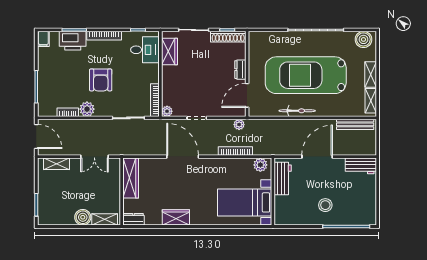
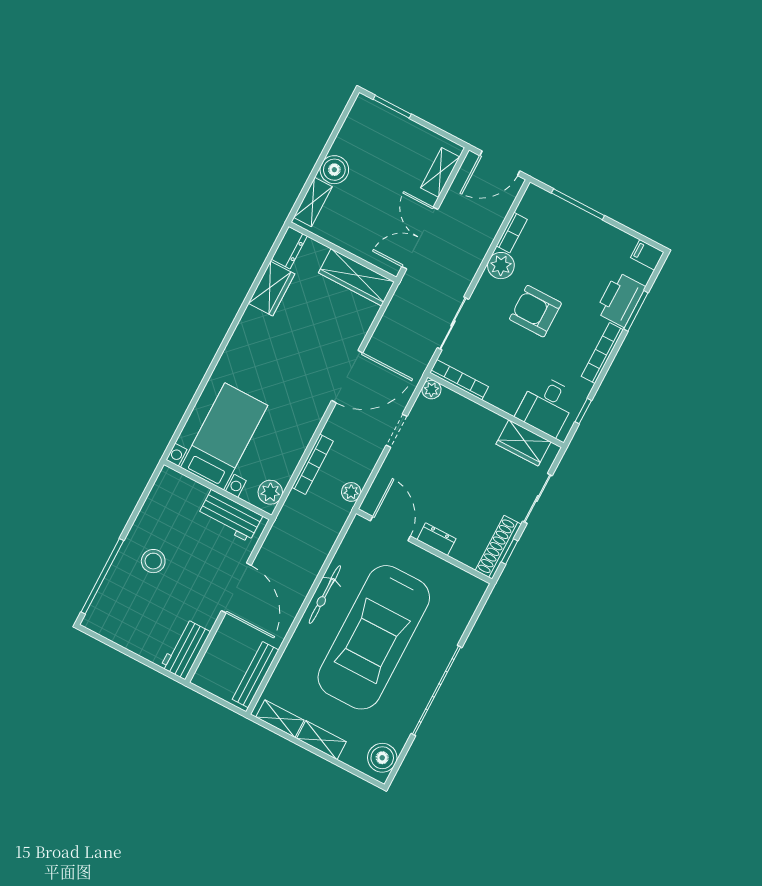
car: (306, 75) -> (374, 637), turned 180
double door: (94, 157) -> (420, 238), width x1.37
wardrobe: (176, 217) -> (272, 289), moved

